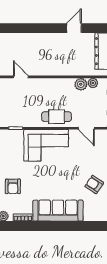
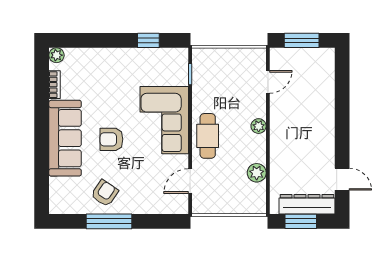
door: (74, 28) -> (342, 179), moved
plant: (93, 83) -> (259, 126), moved
armchair: (13, 186) -> (111, 139), moved

